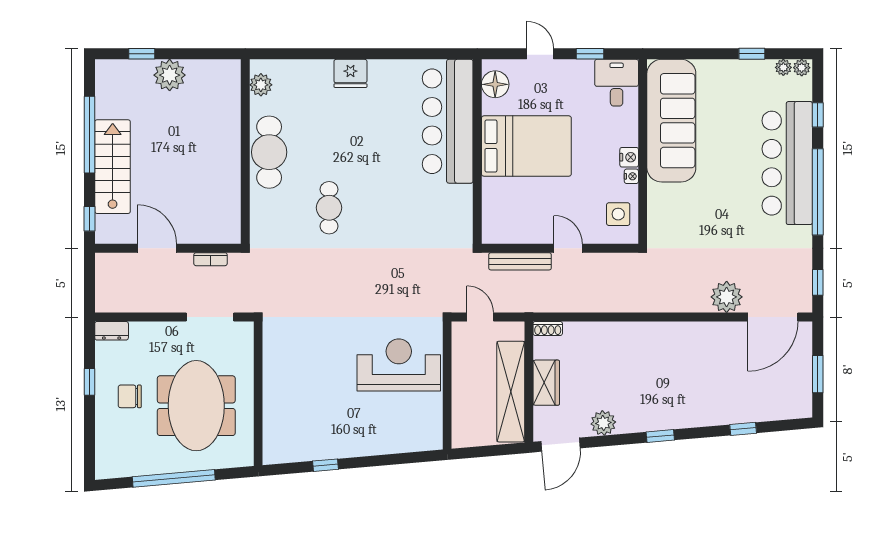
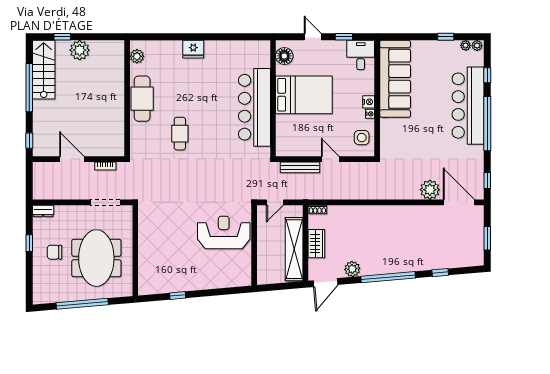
bar counter: (448, 121) -> (254, 107), moved
stairs: (113, 167) -> (44, 70), moved
door: (480, 317) -> (275, 202), swing flipped
door: (773, 317) -> (459, 202), swing flipped
window: (660, 436) -> (388, 277), width x3.17

